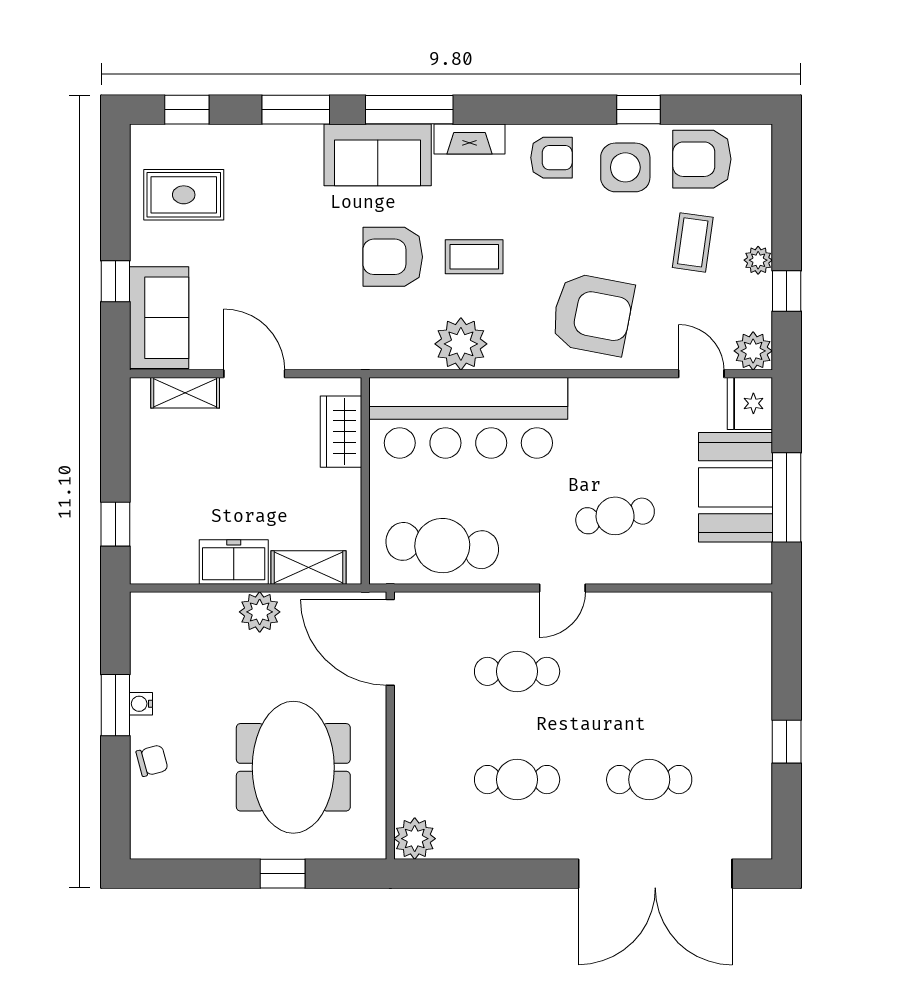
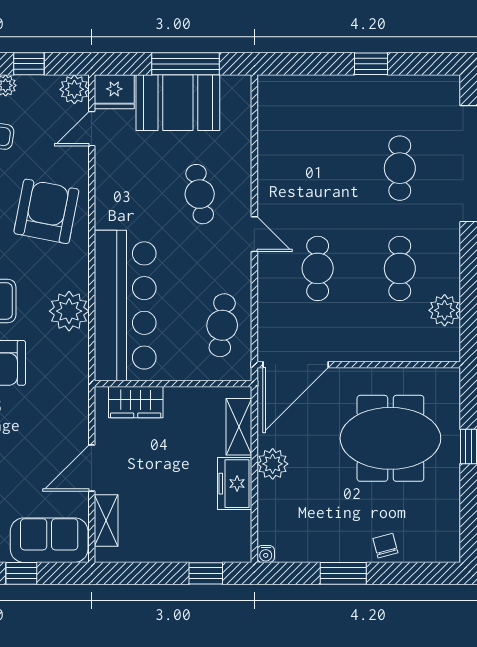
cafe table: (442, 546) -> (222, 325), width x0.73, depth x0.74
water cooler: (141, 704) -> (266, 554), moved
plant: (415, 839) -> (445, 310), moved

